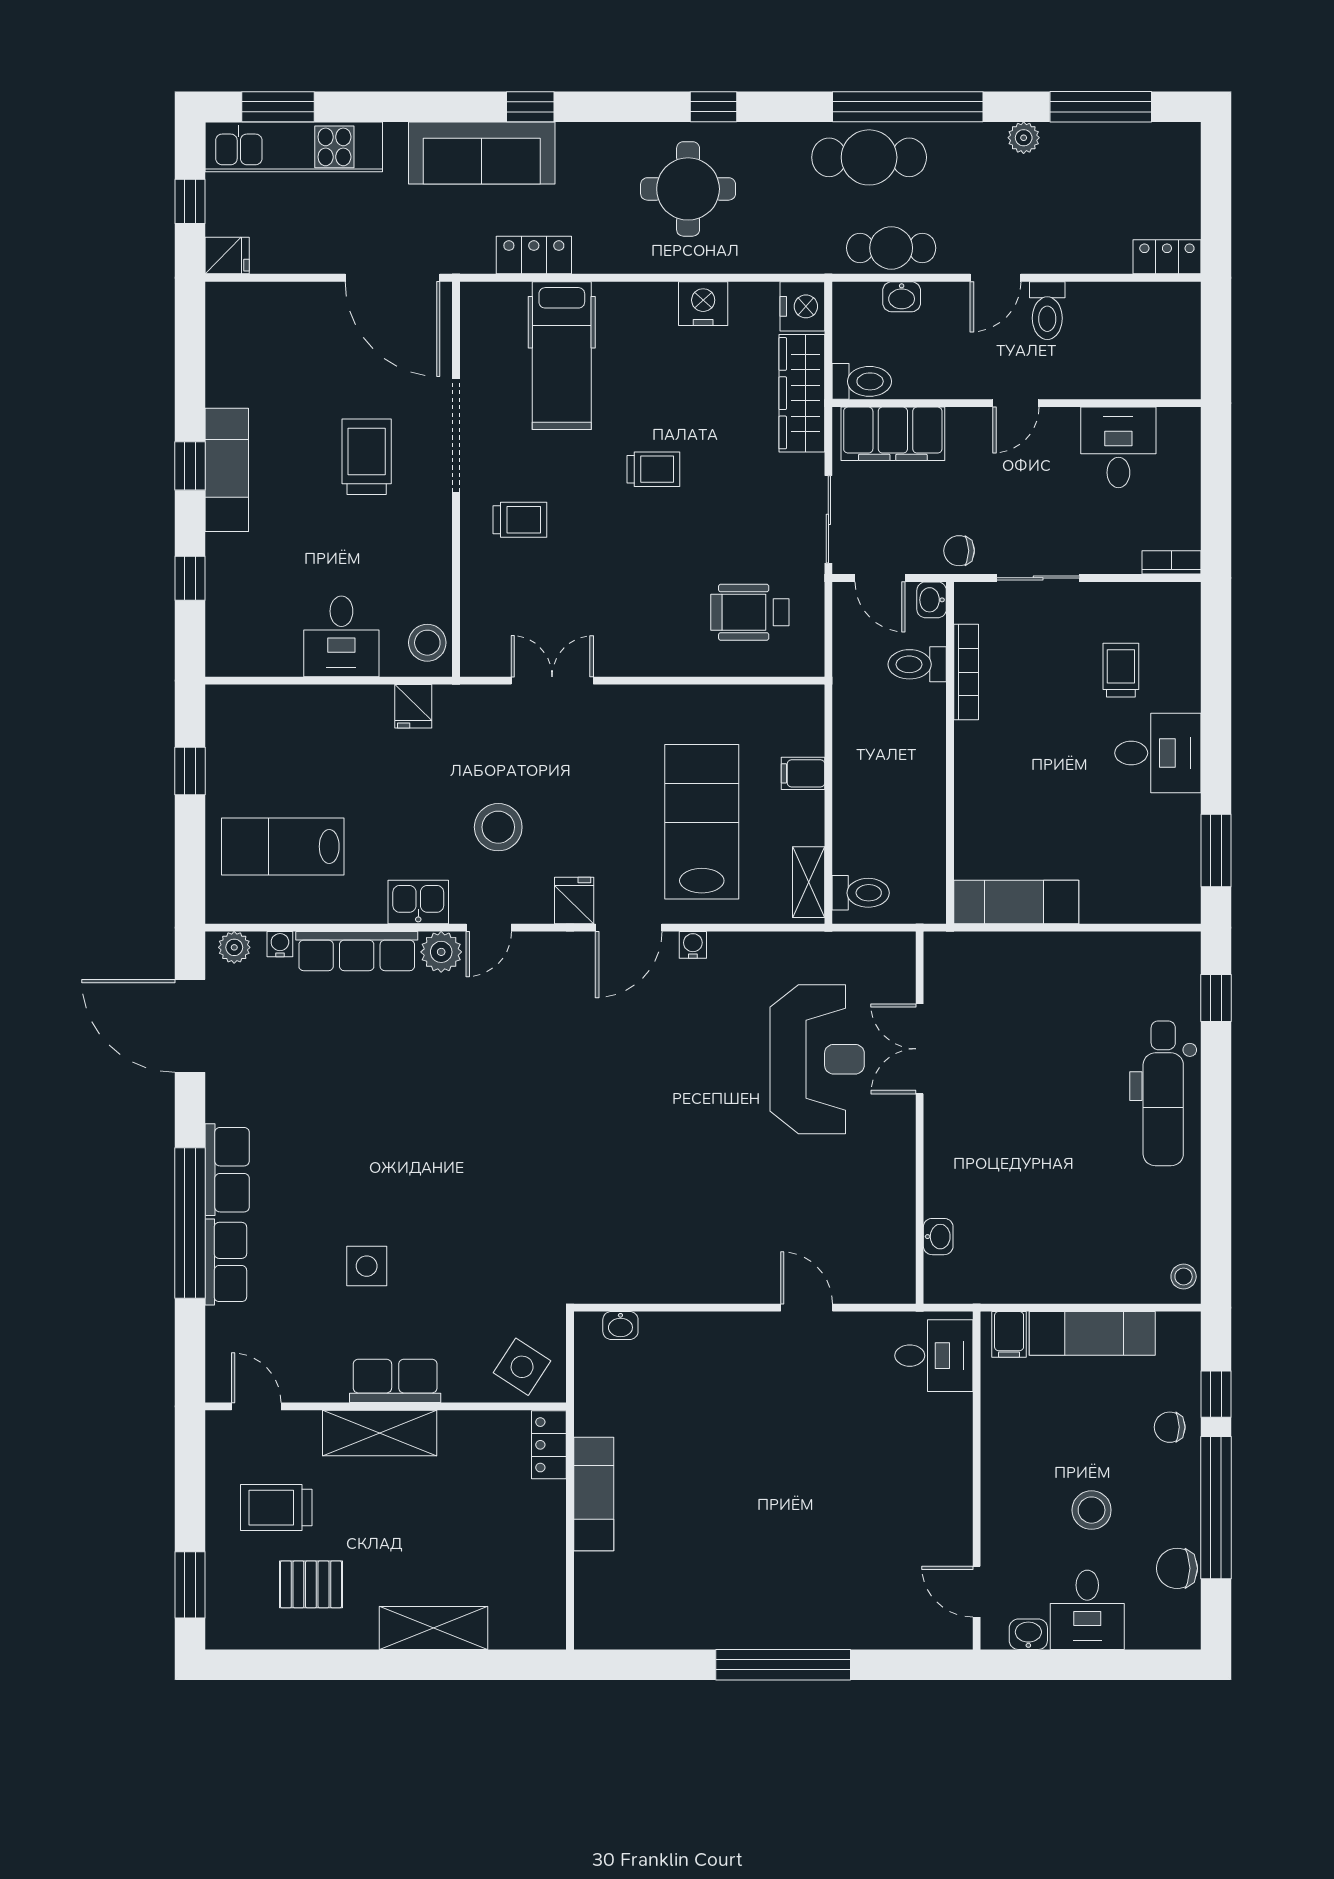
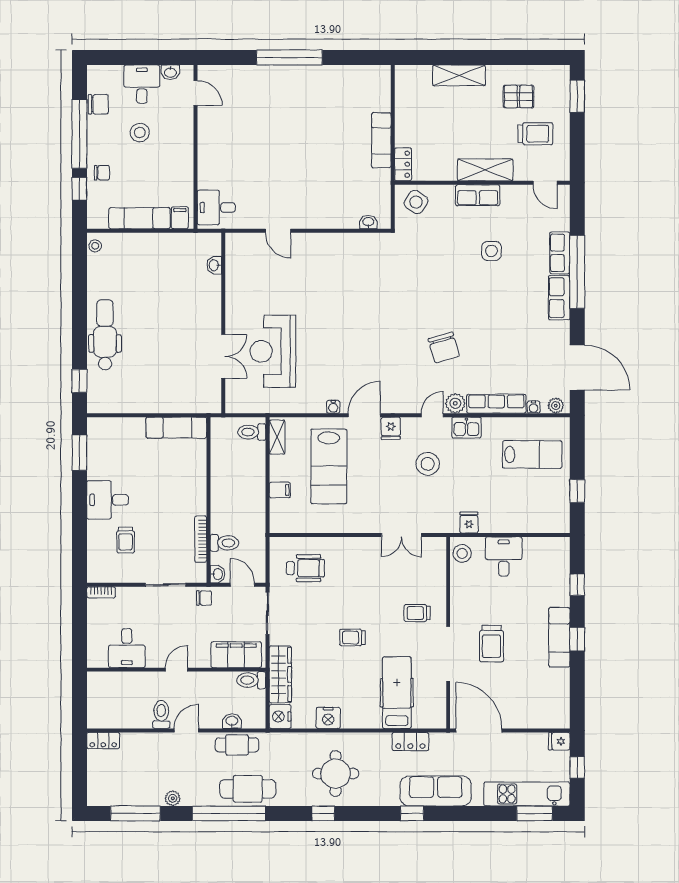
chair: (465, 1067) -> (444, 347), added

